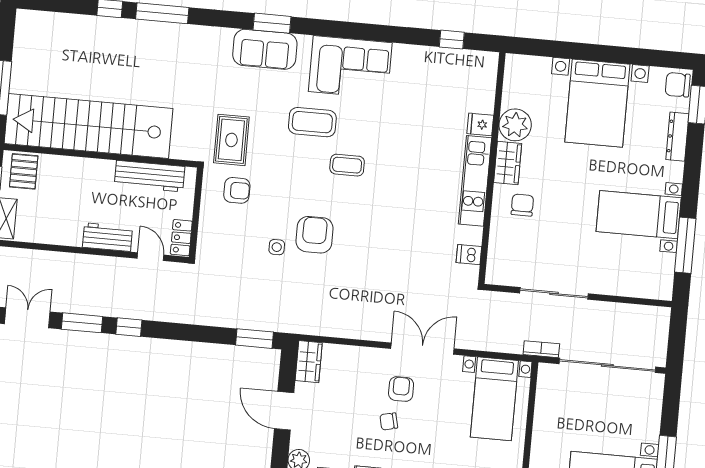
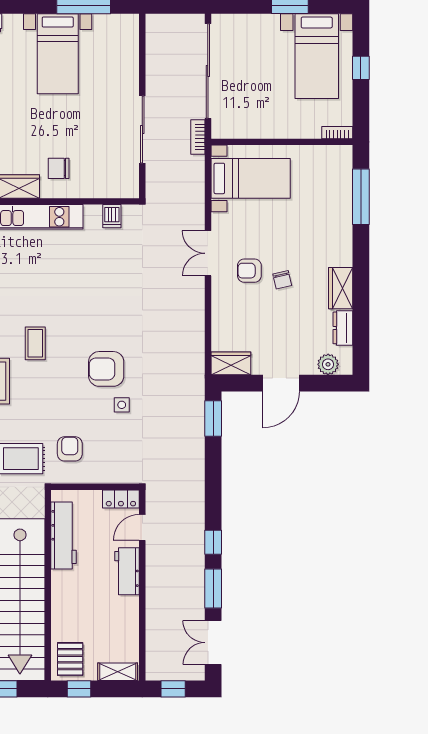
pallet: (24, 171) -> (70, 659), turned 90
double door: (422, 349) -> (208, 253), width x0.73

